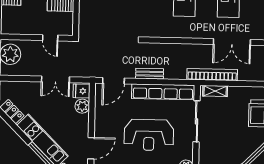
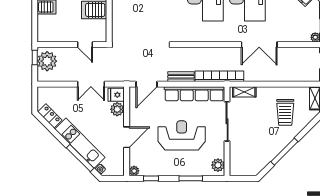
bookcase: (212, 75) -> (219, 76), moved
reception desk: (149, 135) -> (182, 135), turned 180
door: (91, 148) -> (127, 137), moved

